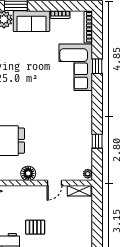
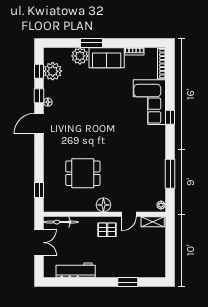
window: (97, 66) -> (170, 117), moved
window: (97, 141) -> (170, 174), width x2.17
pallet: (35, 227) -> (107, 230), moved

